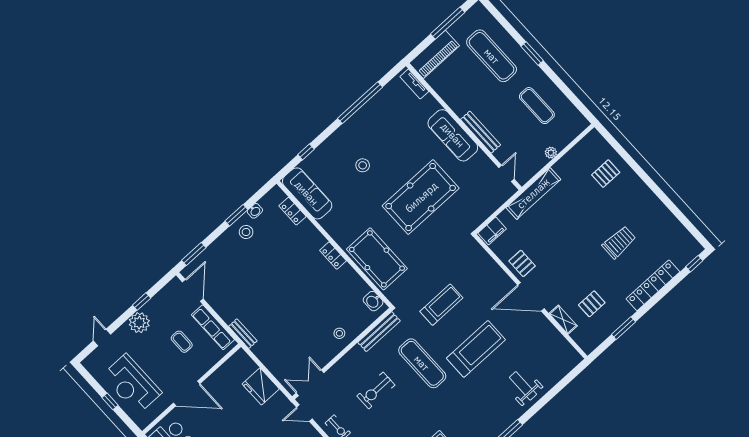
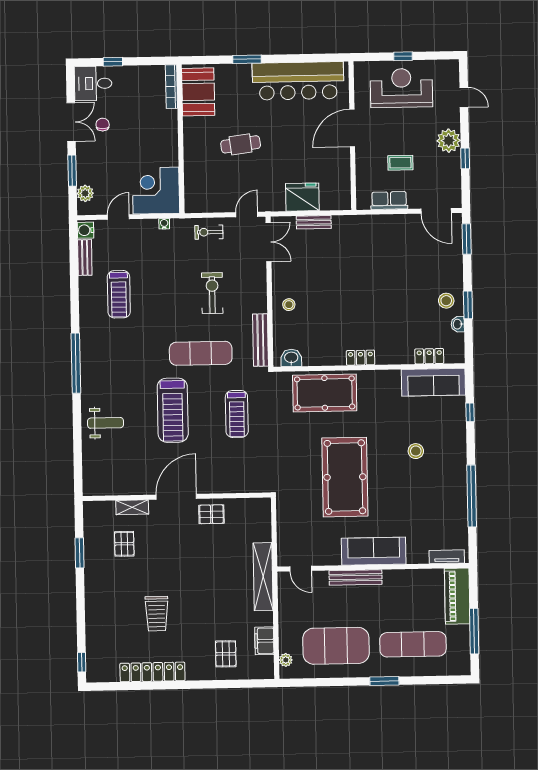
exercise mat: (537, 106) -> (336, 646), width x2.00, depth x1.45
plant: (551, 153) -> (286, 660), moved
filing cabinet: (492, 231) -> (264, 641), moved
locker: (653, 285) -> (152, 672), moved, turned -90
row of seats: (213, 327) -> (389, 201), width x0.68
bench: (243, 334) -> (314, 222), moved

